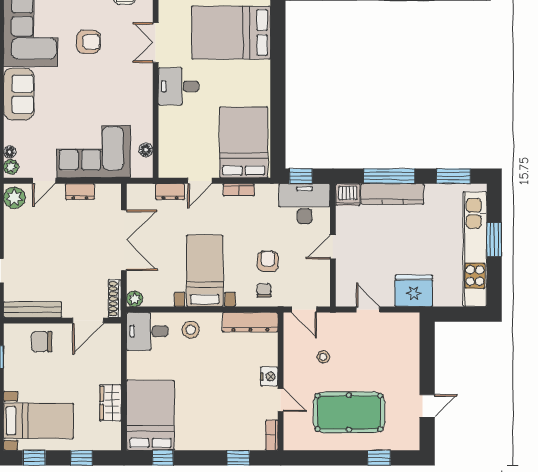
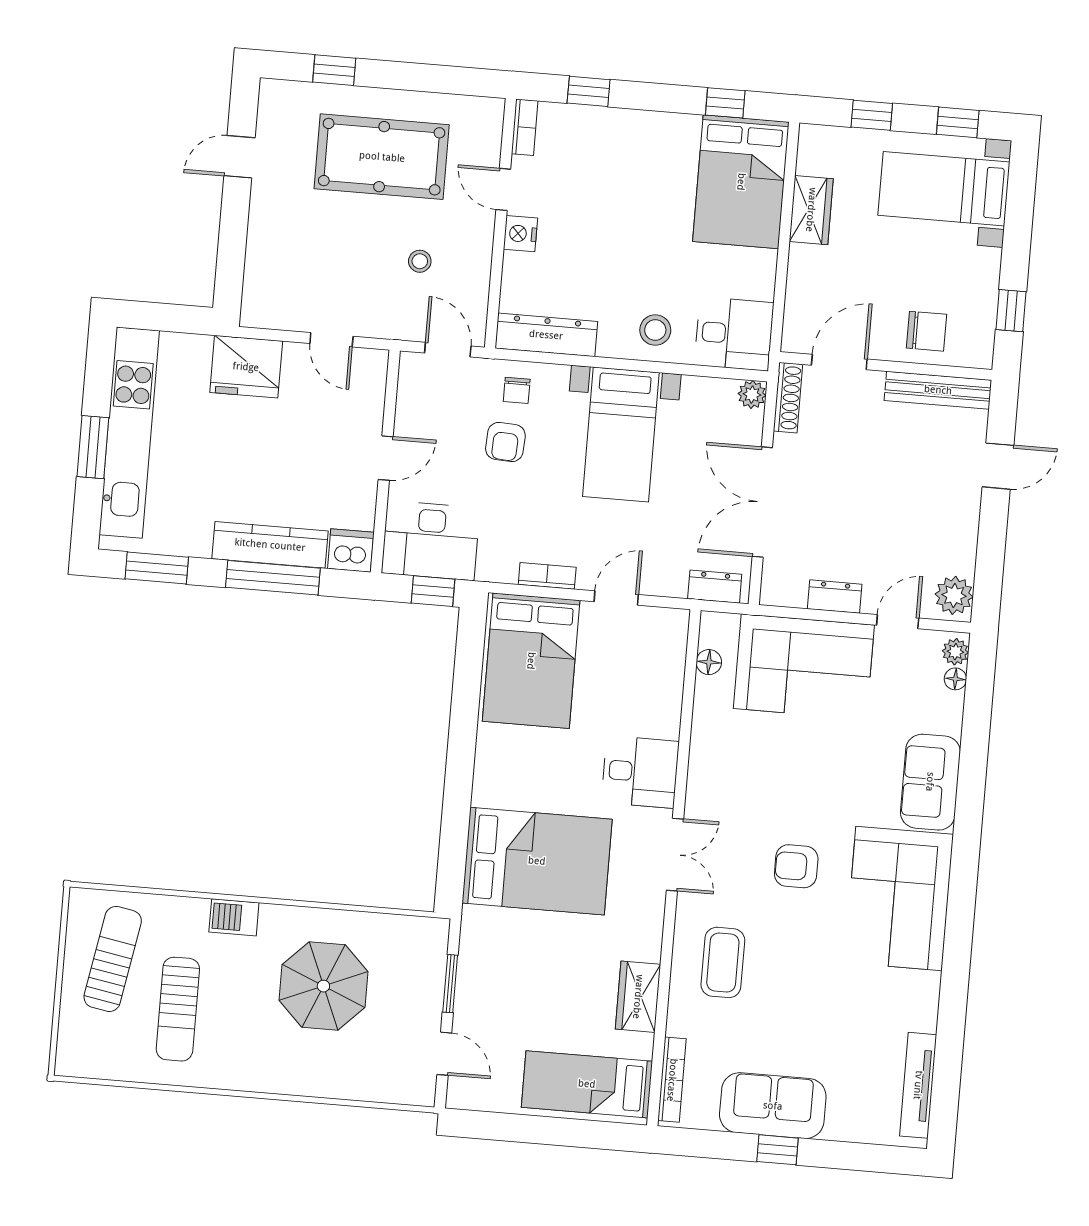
dresser: (170, 192) -> (715, 587), moved

